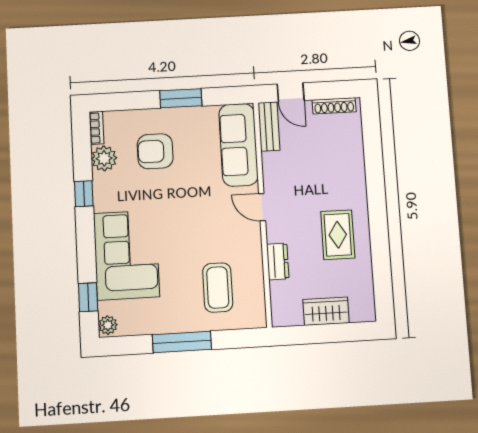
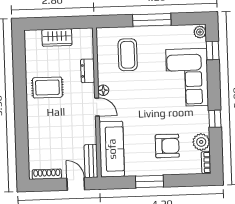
floor lamp: (253, 233) -> (103, 90), added
rug: (338, 235) -> (47, 87), turned 90

